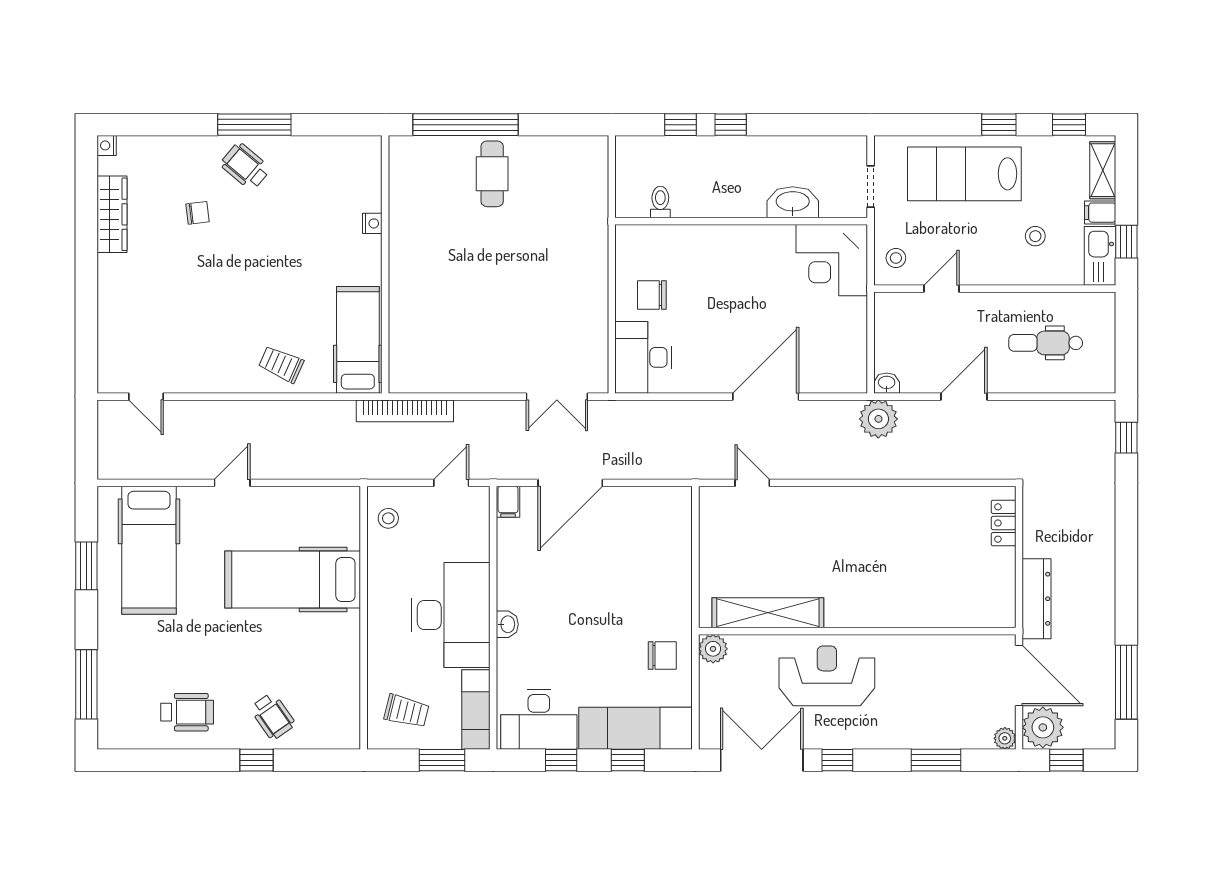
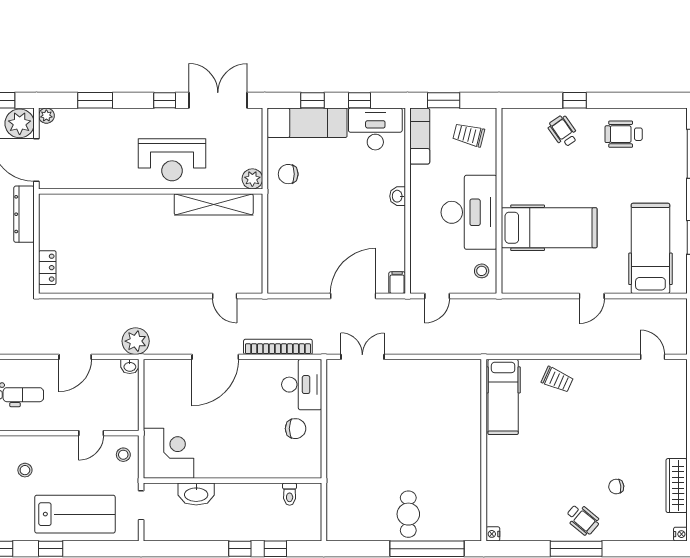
nightstand: (372, 223) -> (493, 534), moved
bookcase: (405, 411) -> (278, 347), moved
desk: (451, 615) -> (469, 212), moved, turned 180
double door: (762, 760) -> (218, 100), swing flipped

